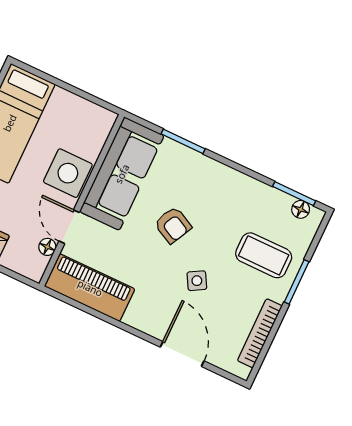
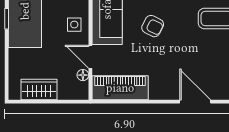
side table: (68, 173) -> (74, 25), width x0.54, depth x0.54
side table: (197, 281) -> (183, 53), removed

